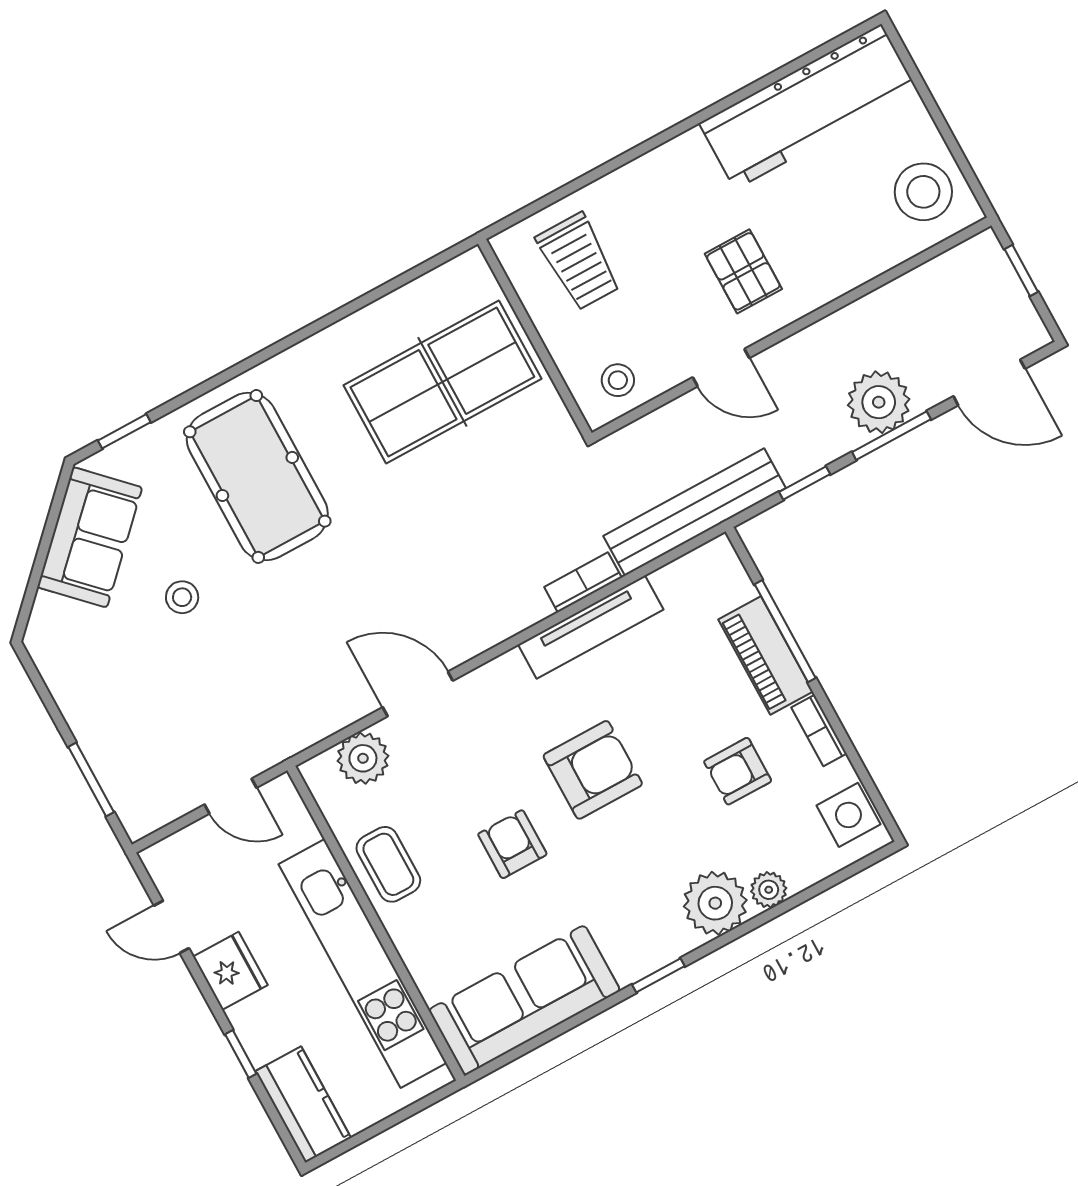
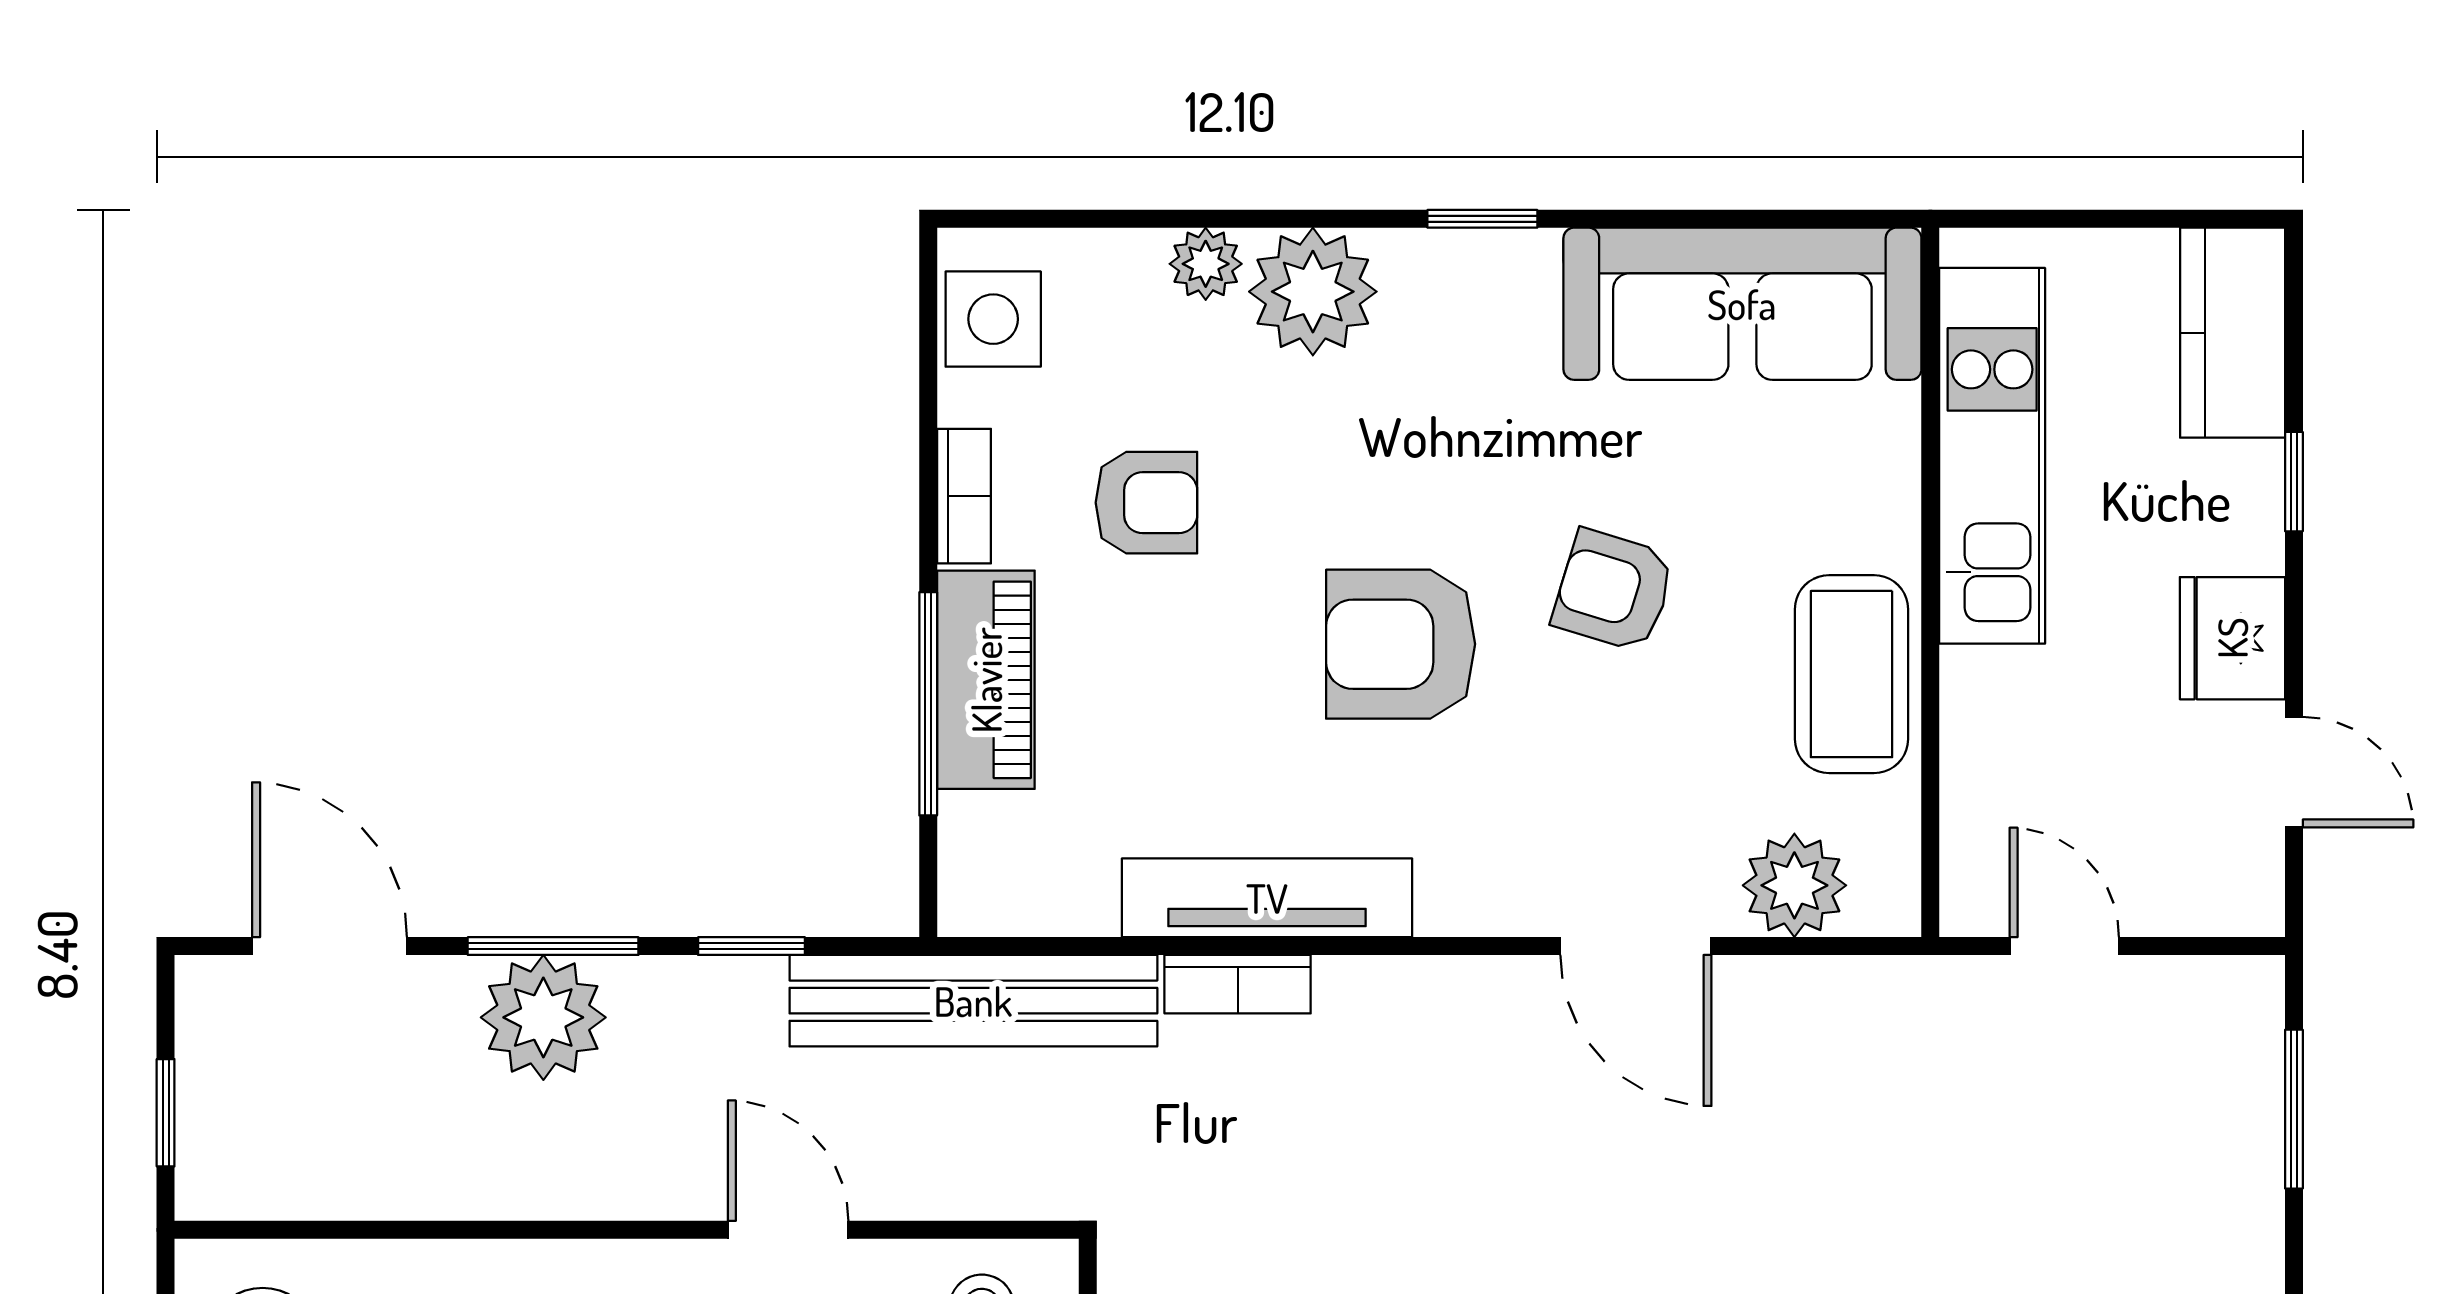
armchair: (512, 844) -> (1614, 590), turned 107
coffee table: (388, 864) -> (1852, 674), width x1.36, depth x1.30
kitchen unit: (363, 963) -> (1992, 456), width x0.73

